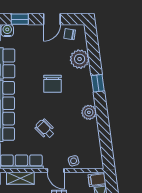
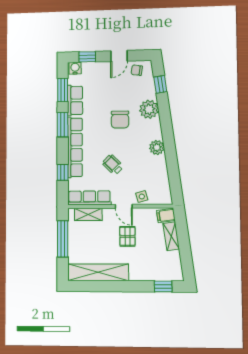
plant: (80, 59) -> (149, 109), moved
window: (98, 83) -> (160, 84), moved

